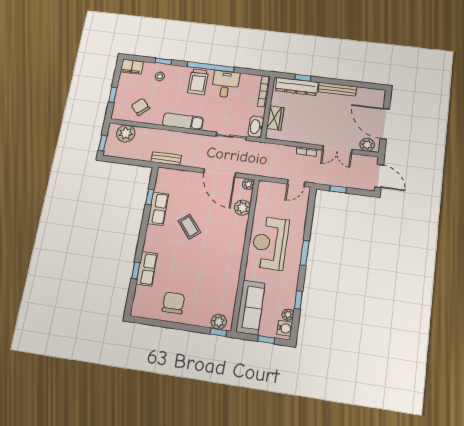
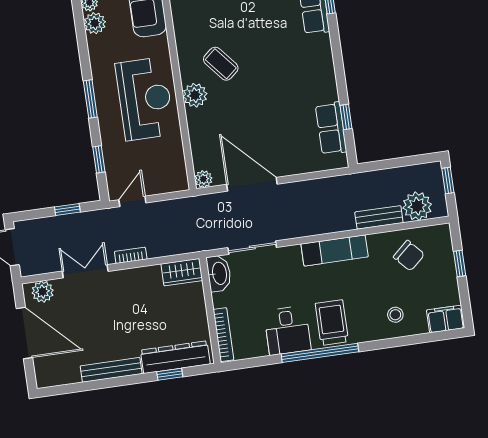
window: (163, 61) -> (398, 342), removed
wardrobe: (275, 118) -> (182, 272), moved, turned -90
bench: (166, 159) -> (379, 217), moved
plant: (242, 208) -> (195, 95), moved
row of seats: (158, 209) -> (331, 128), moved
coffee table: (189, 227) -> (221, 64), moved
plant: (288, 300) -> (95, 23), added
window: (298, 300) -> (99, 159), moved

